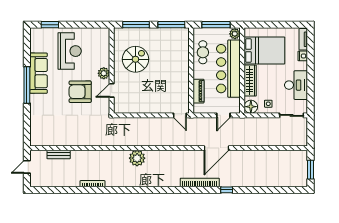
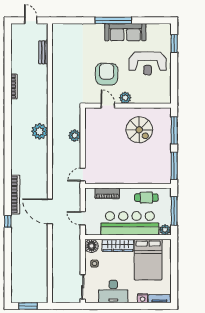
plant: (141, 123) -> (75, 136), added

